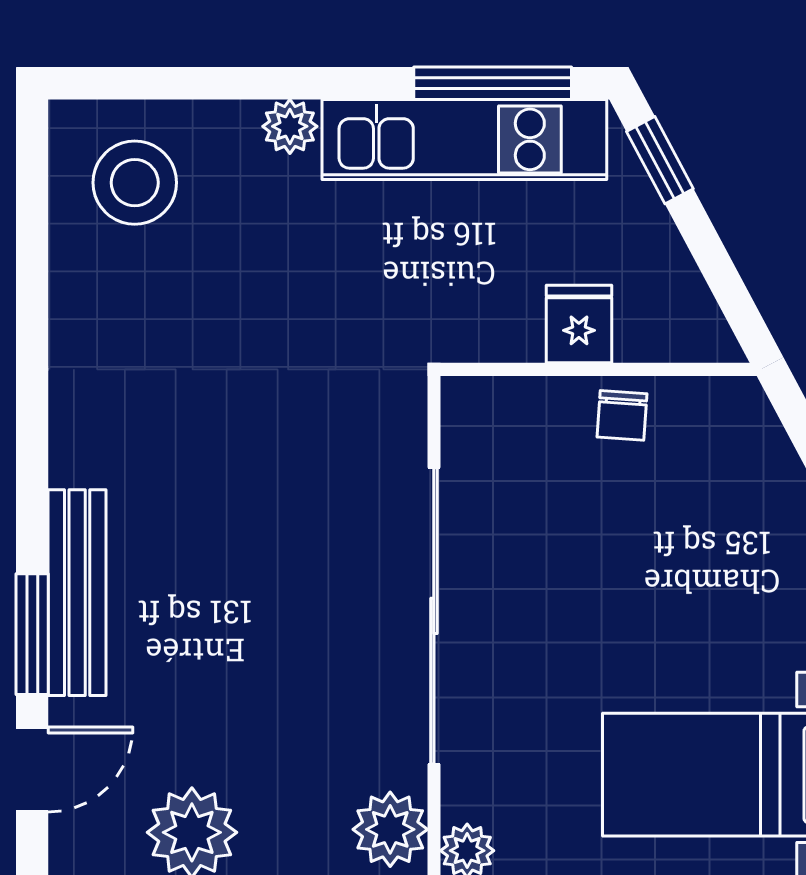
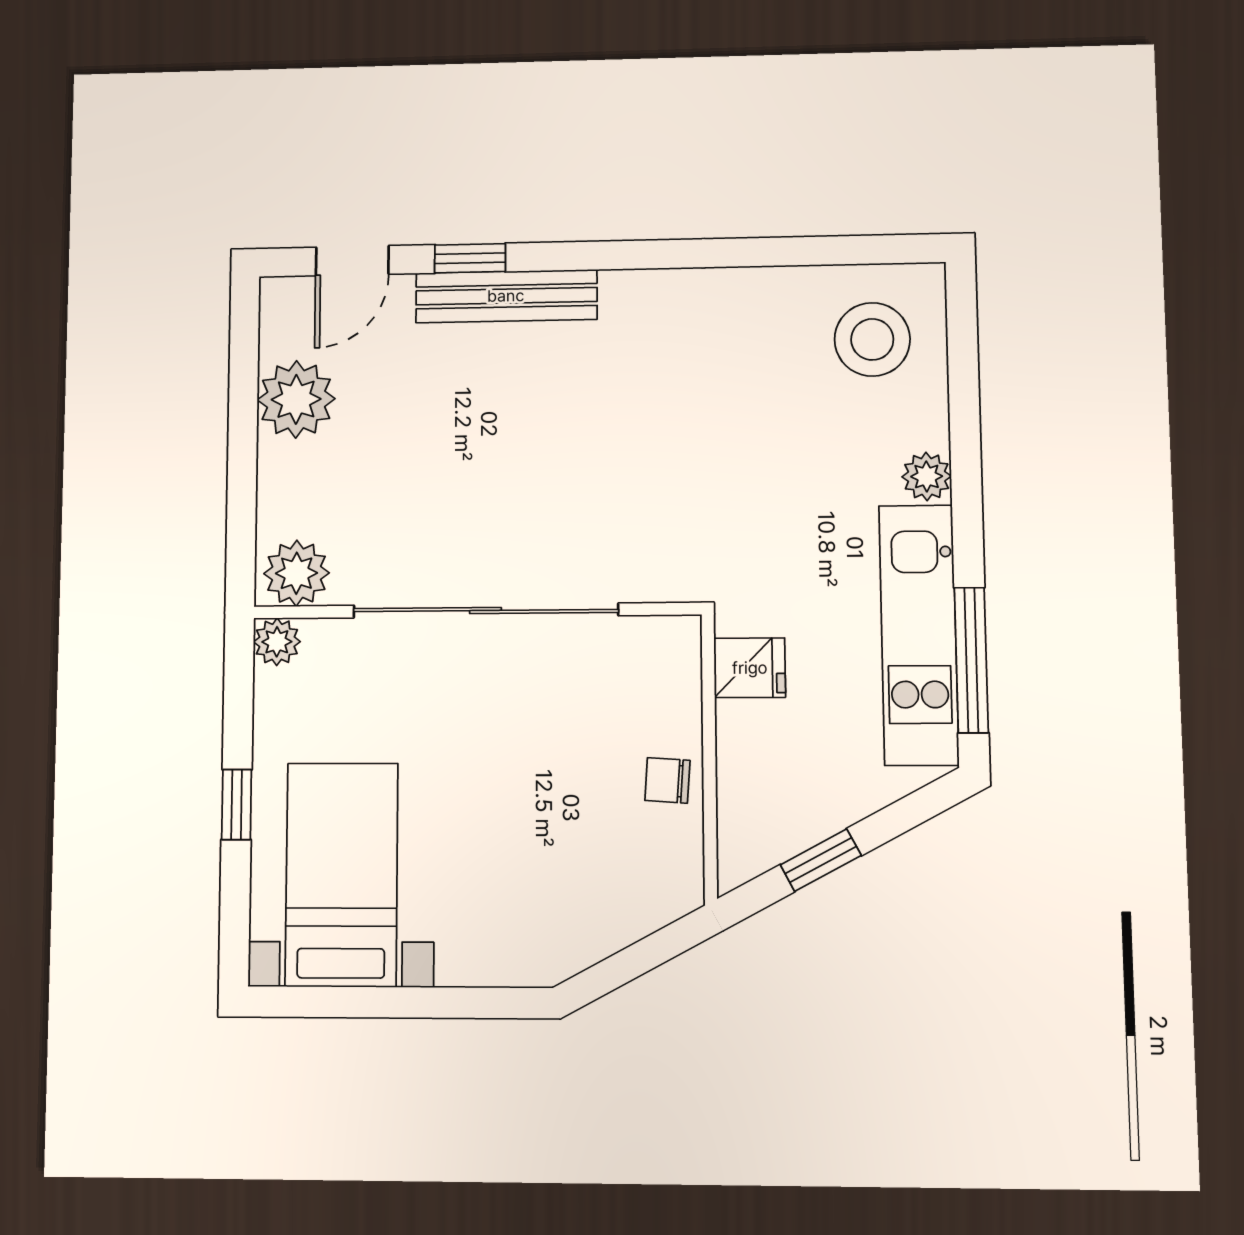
window: (660, 160) -> (821, 860), moved
fridge: (579, 324) -> (750, 668), moved
window: (32, 634) -> (470, 258), width x0.67
door: (32, 770) -> (352, 261), hinge flipped

